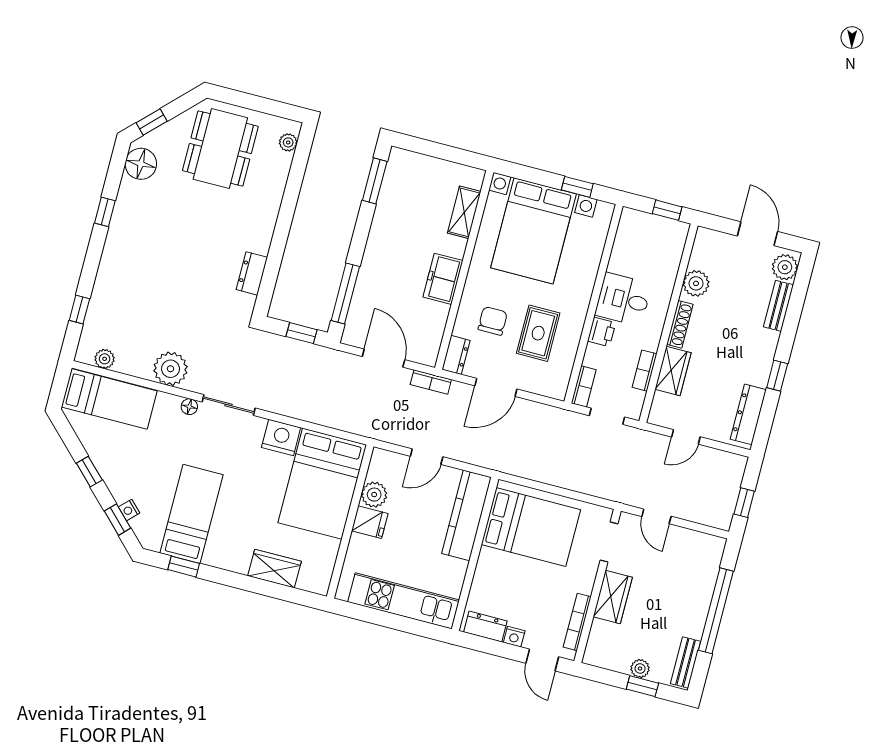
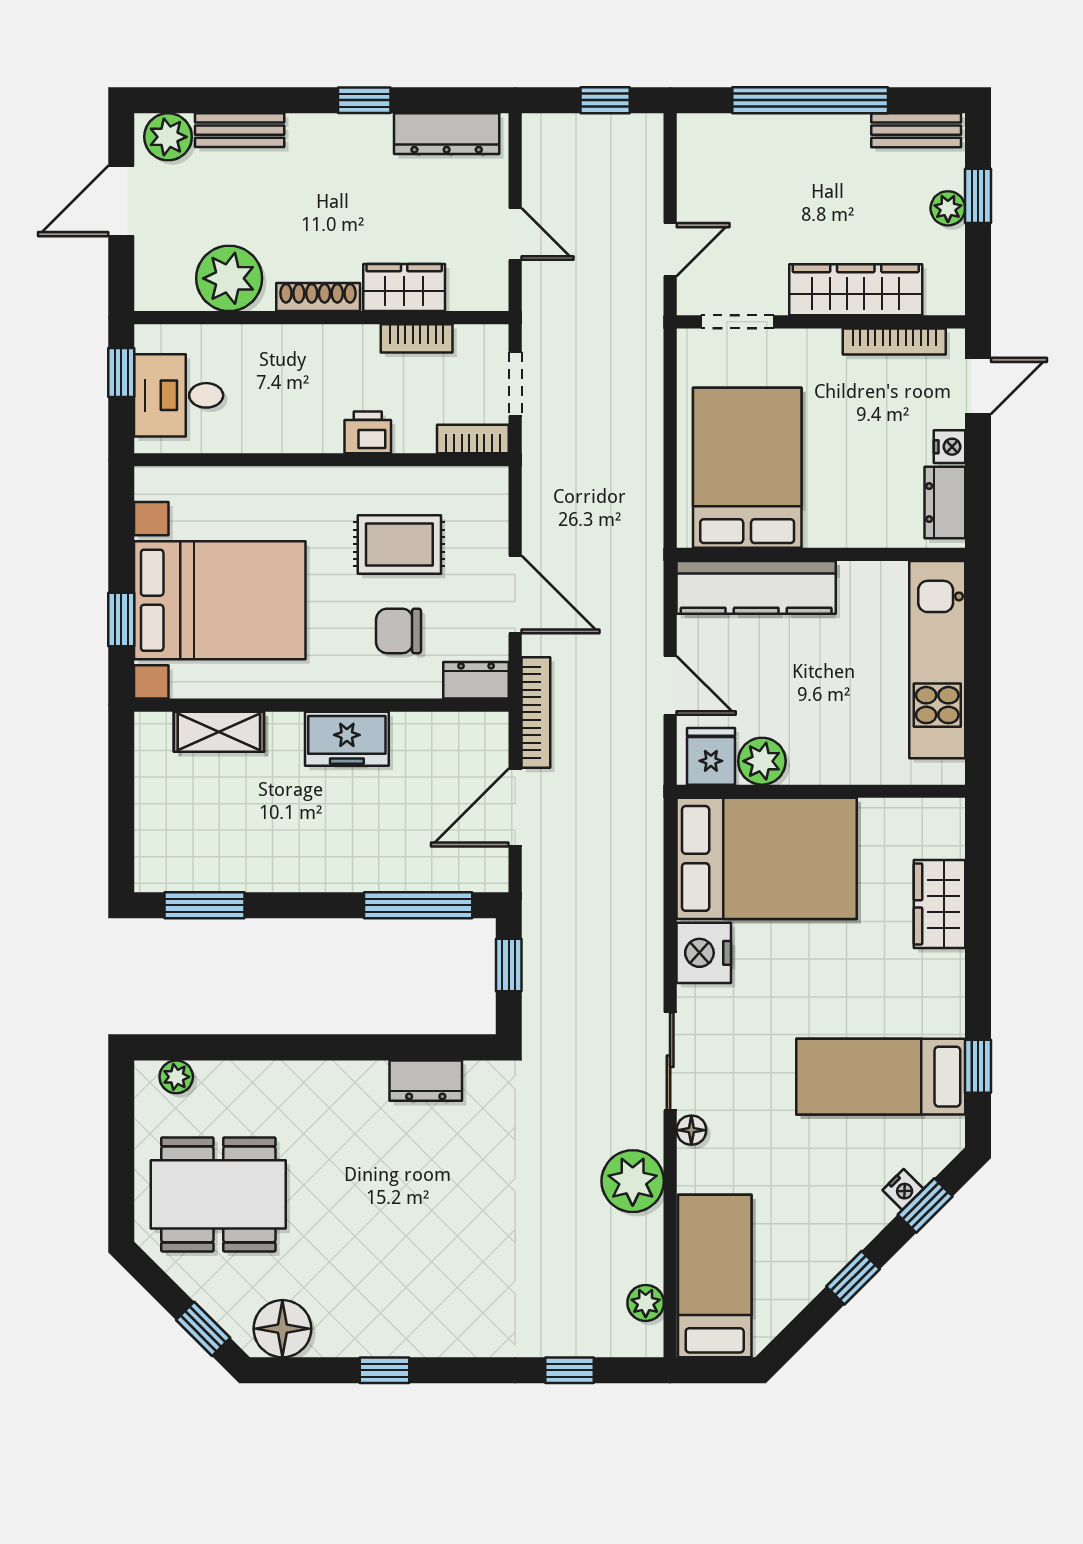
window: (577, 187) -> (121, 619), moved
plant: (696, 283) -> (229, 278), width x1.36, depth x1.36
desk: (623, 299) -> (179, 395), moved, turned 90
bookcase: (431, 382) -> (536, 712), width x1.56
fridge: (370, 522) -> (711, 756), moved
wardrobe: (613, 597) -> (856, 290), width x1.50

